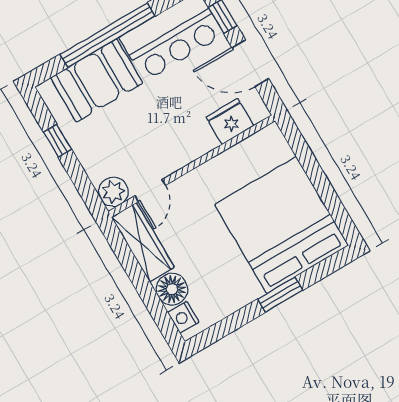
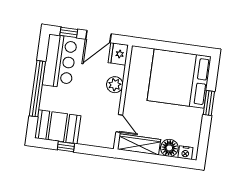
booth: (97, 80) -> (58, 127), moved, turned 90
fridge: (230, 121) -> (118, 54), moved
plant: (113, 192) -> (115, 85), moved

